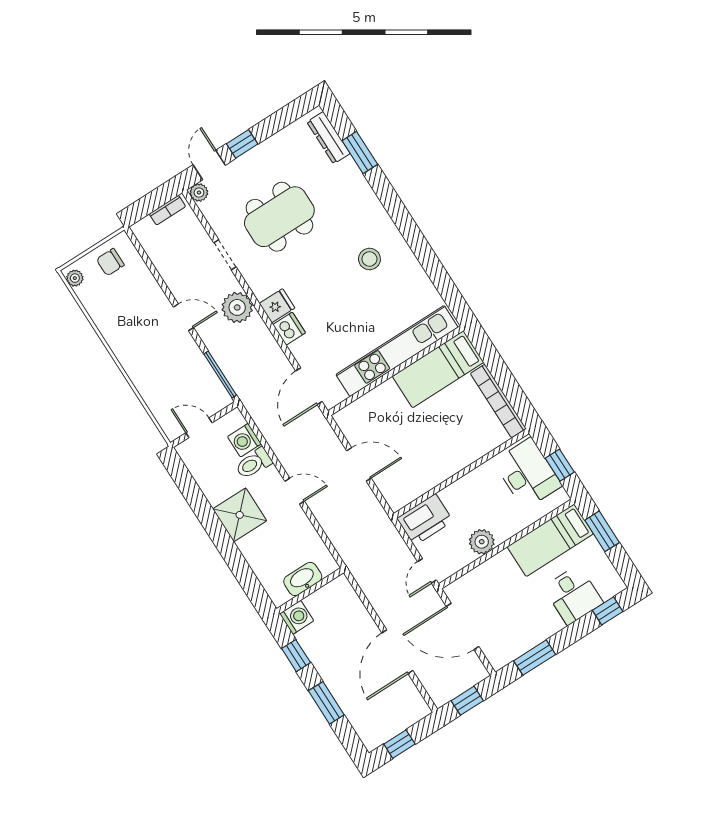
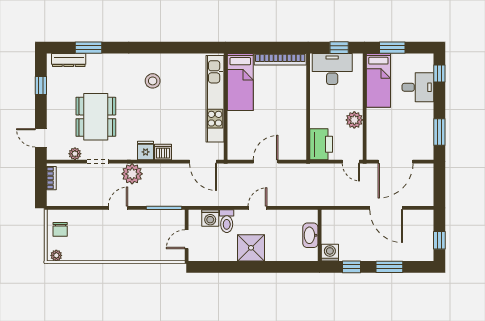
window: (242, 144) -> (41, 85), moved
plant: (199, 193) -> (75, 154), moved
window: (467, 701) -> (439, 186), removed

